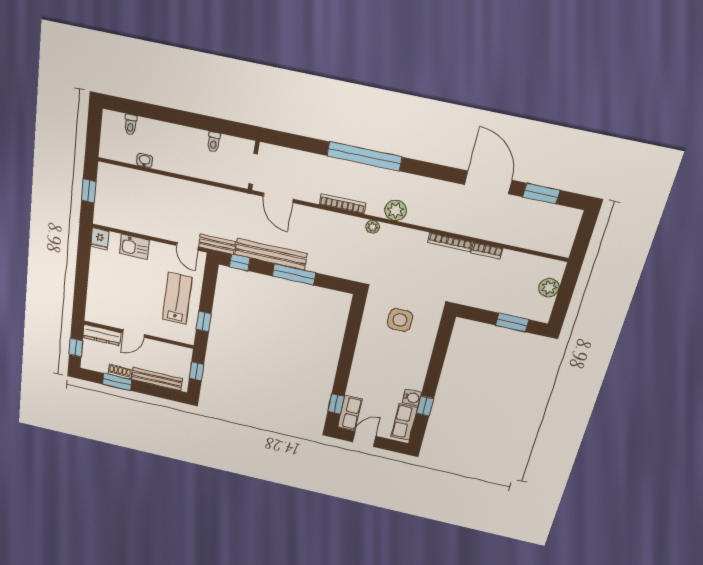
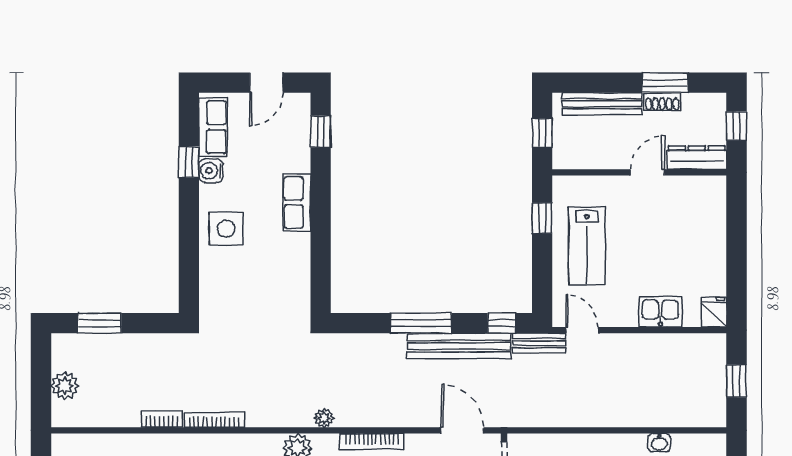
side table: (400, 320) -> (226, 229), moved
row of seats: (350, 413) -> (297, 203), moved

